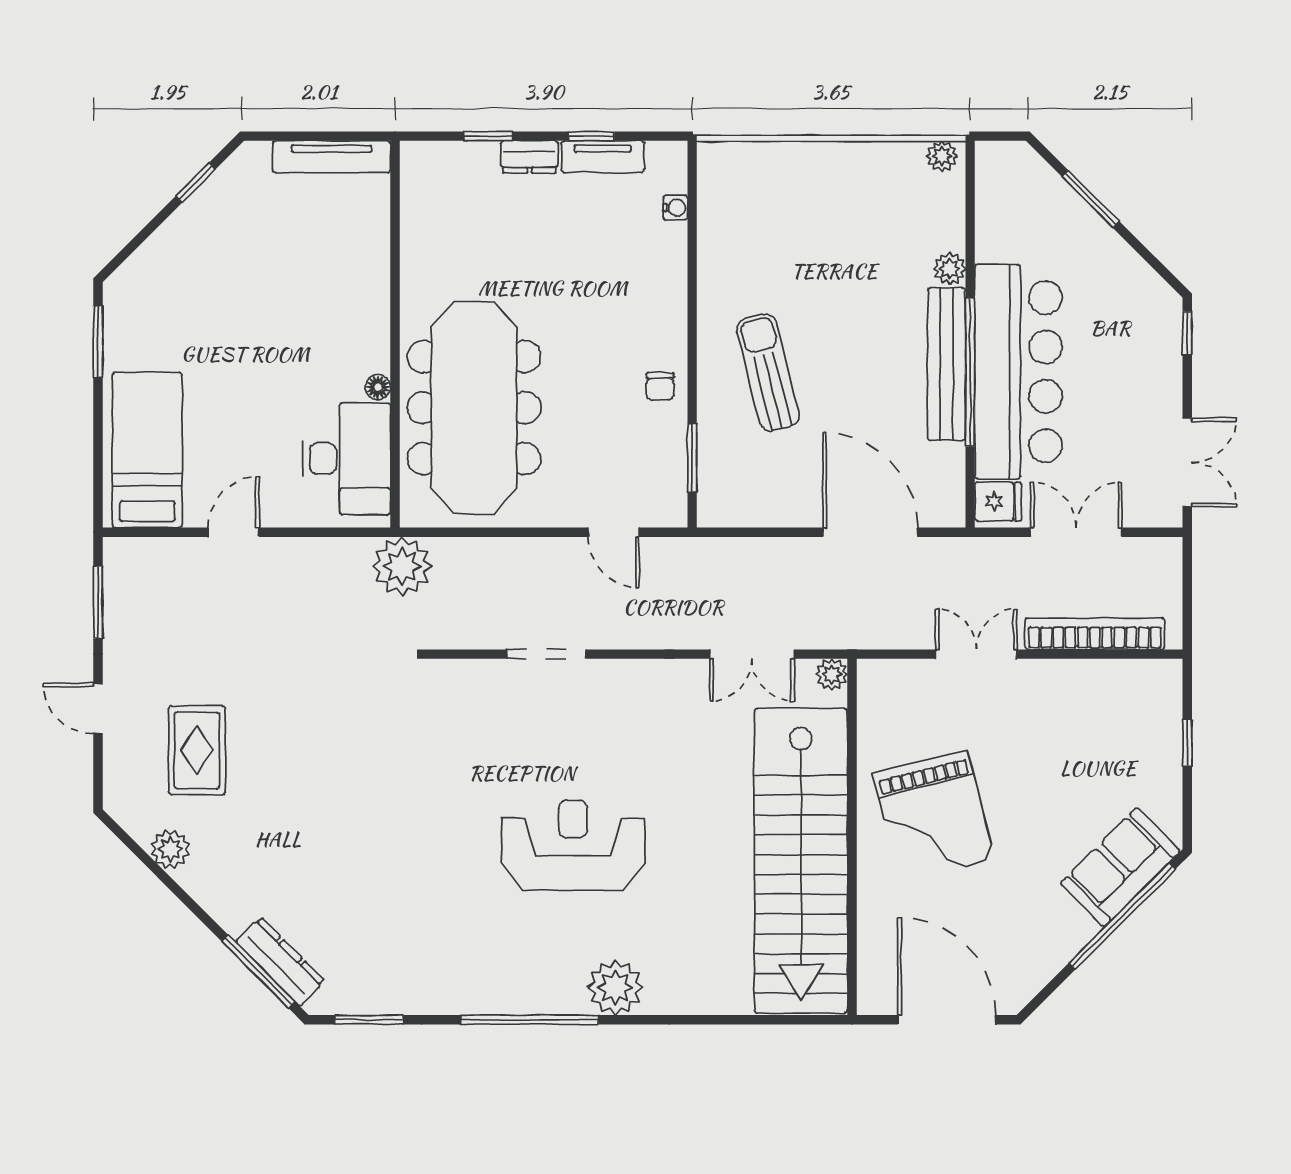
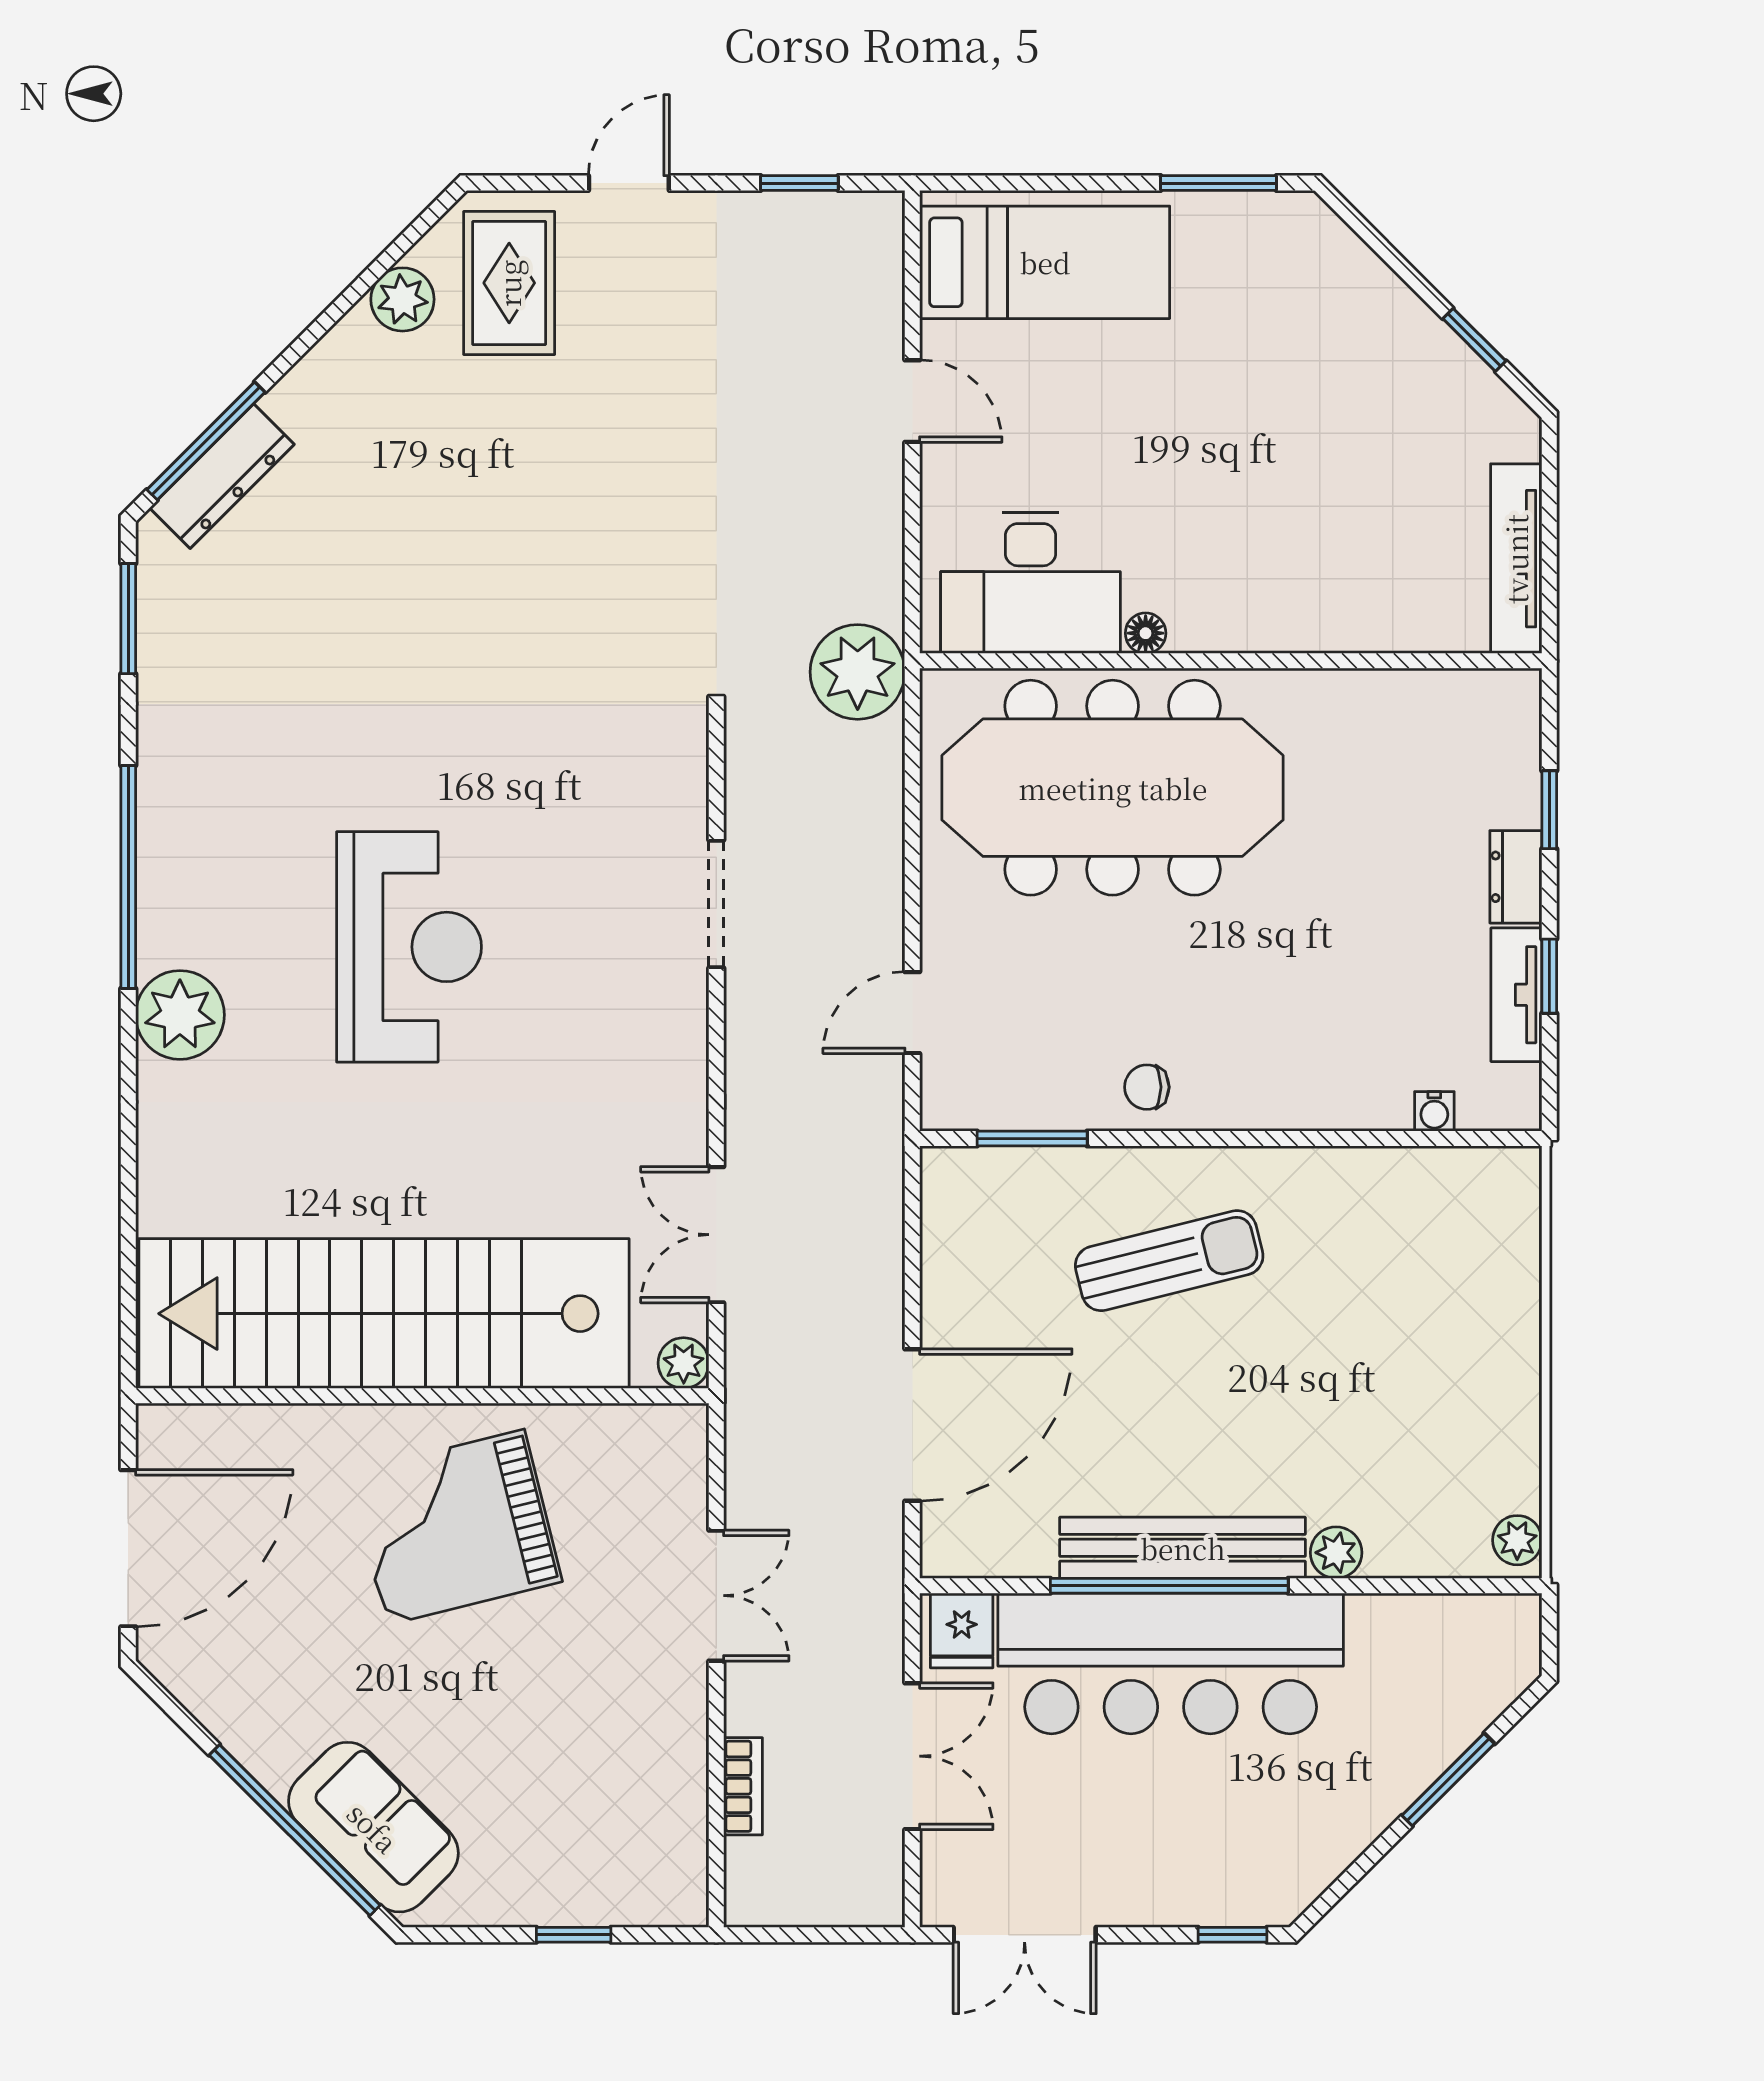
window: (98, 602) -> (799, 183), width x0.67
bookcase: (1095, 634) -> (743, 1786), width x0.43, depth x0.76
rug: (197, 750) -> (509, 283), moved, turned 90

